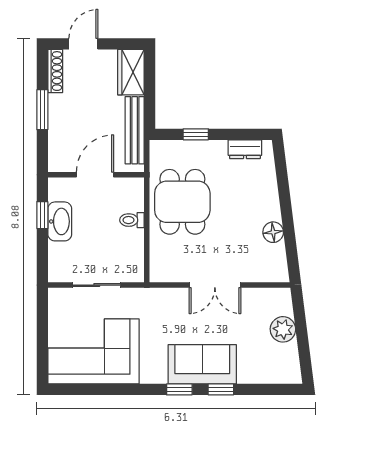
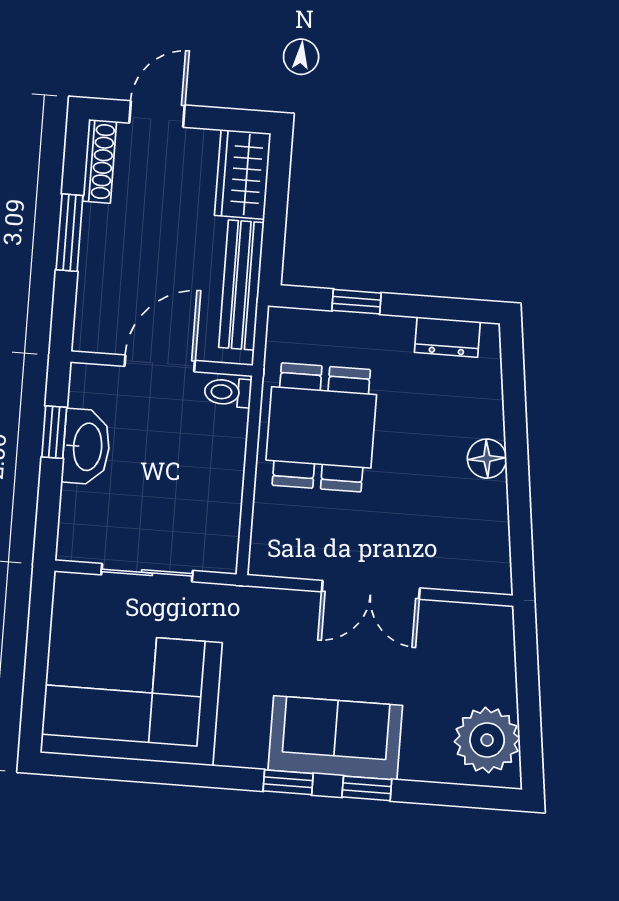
toilet: (132, 220) -> (228, 392), moved
floor lamp: (273, 232) -> (487, 459), moved
plant: (283, 329) -> (487, 740), moved, width x1.36, depth x1.36

